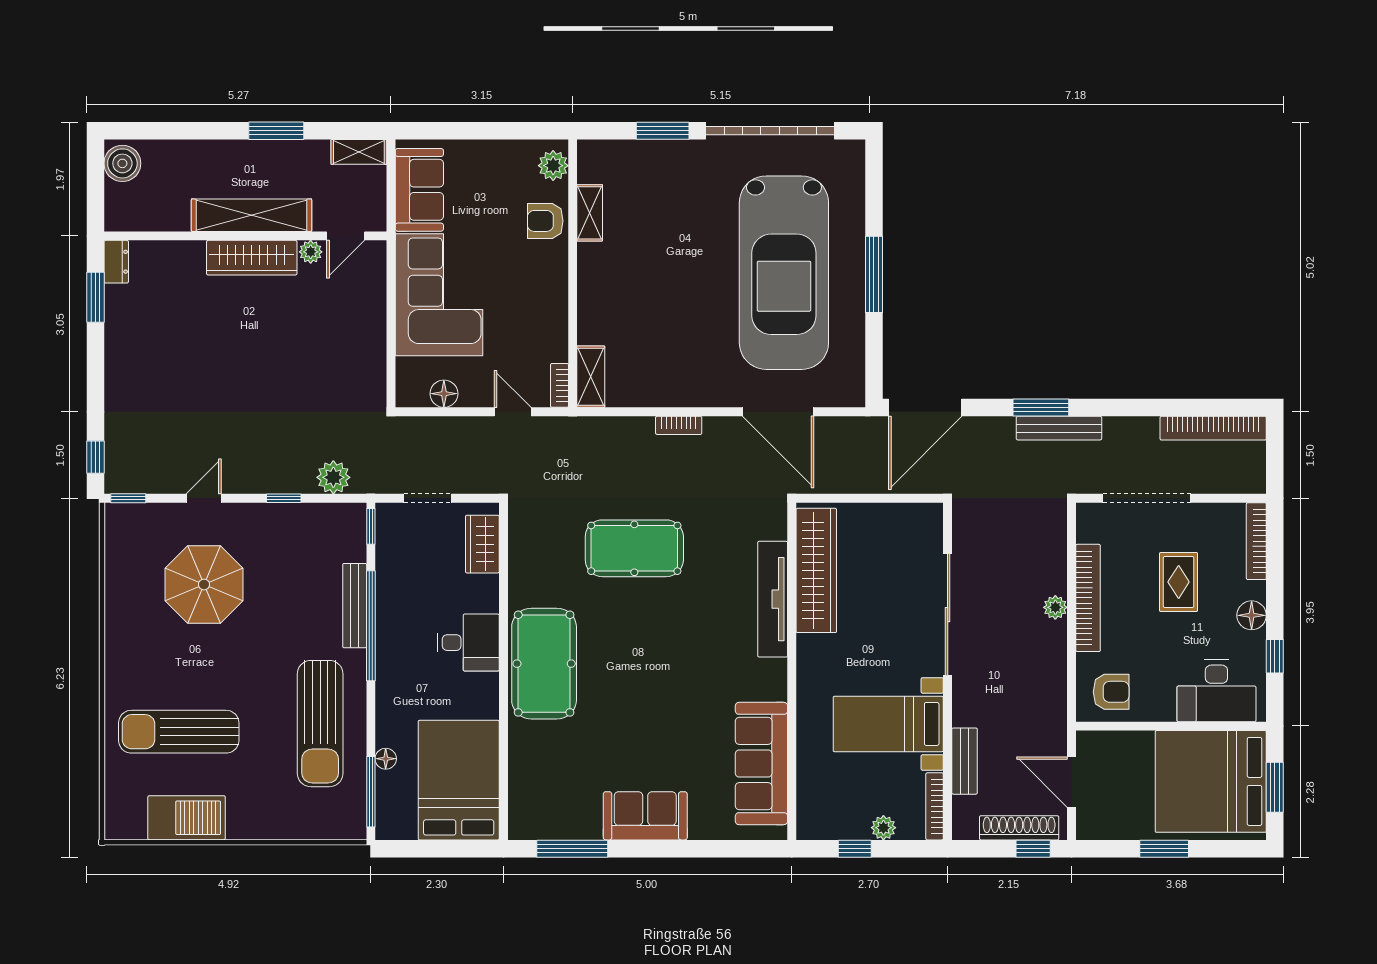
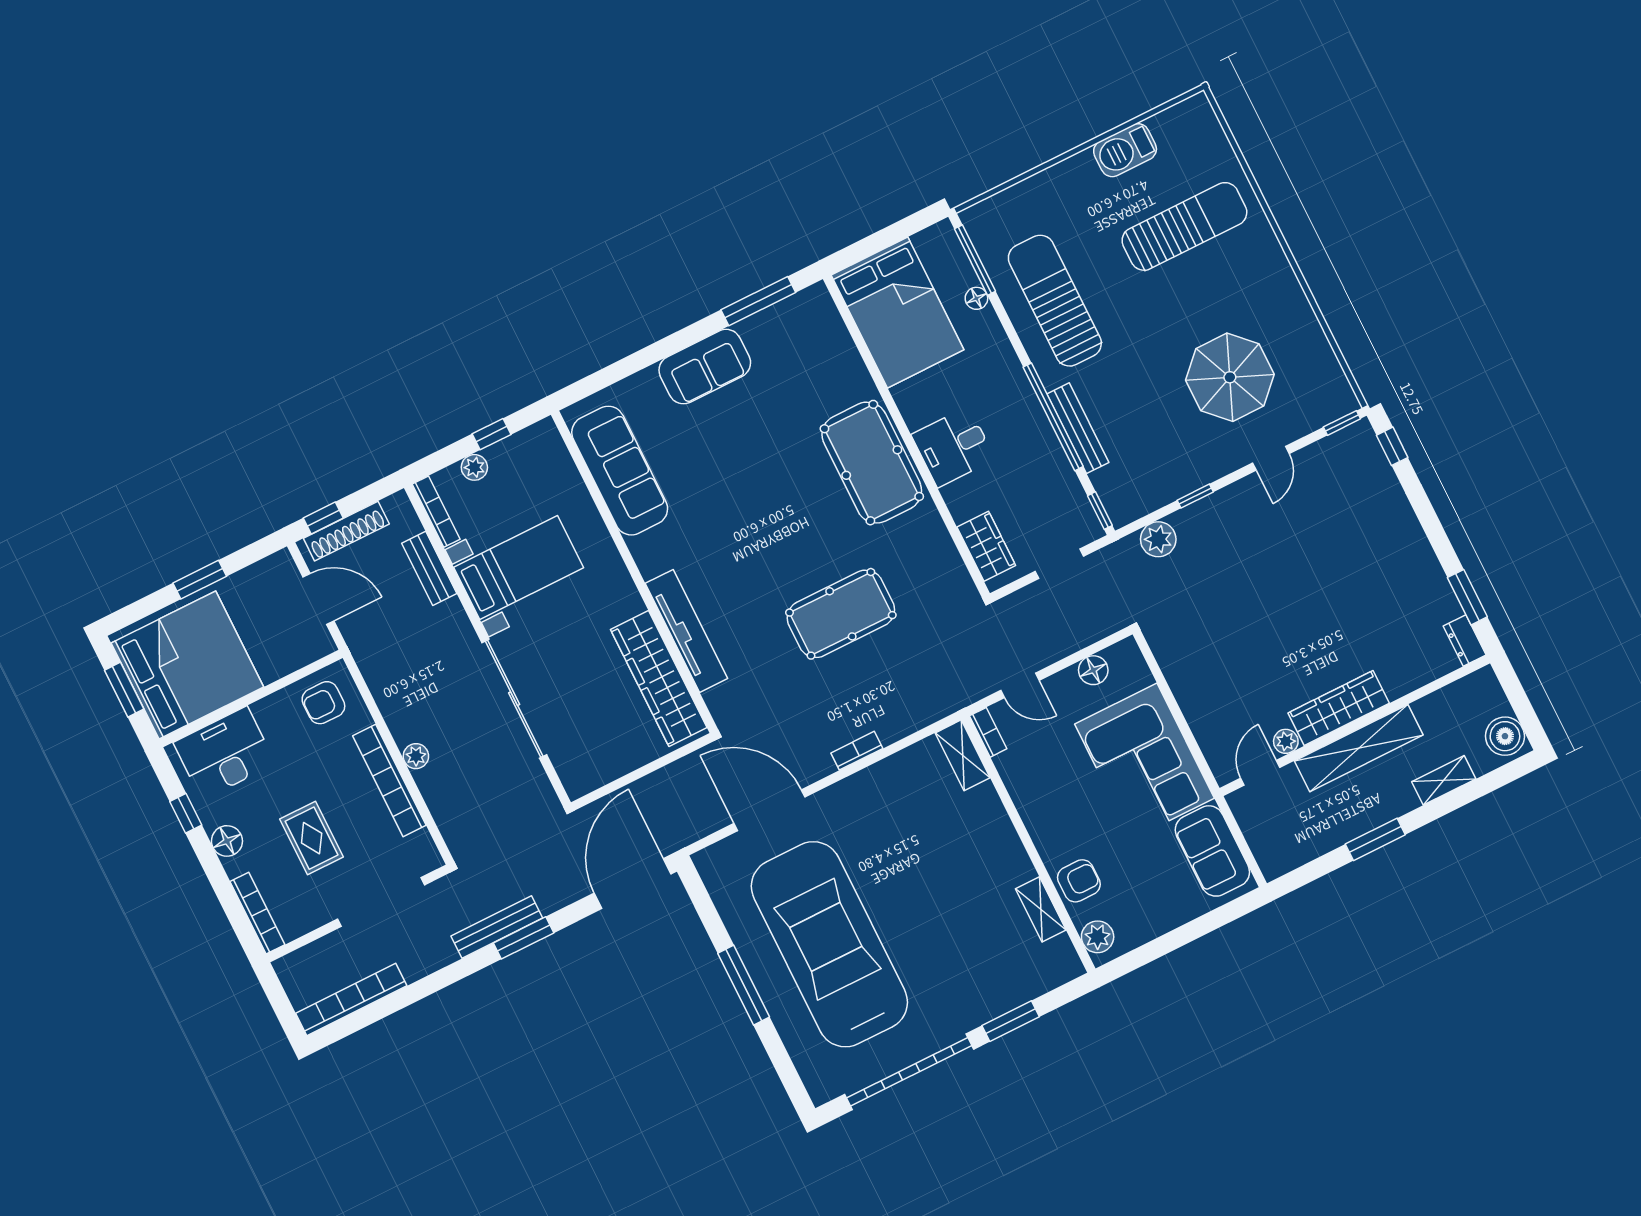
shelving: (359, 152) -> (1444, 780), moved
barbecue: (187, 818) -> (1125, 150), width x0.73, depth x0.83

